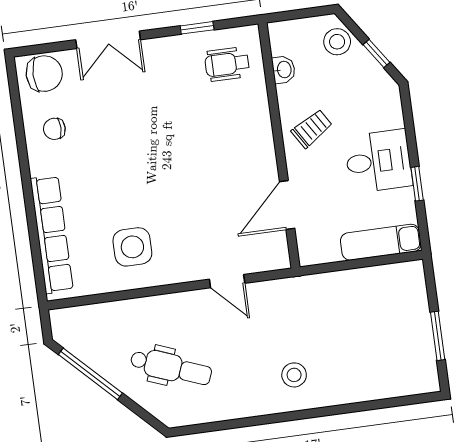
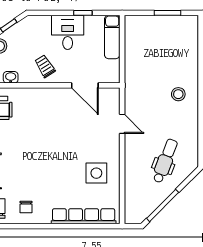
door: (227, 281) -> (122, 124), hinge flipped

